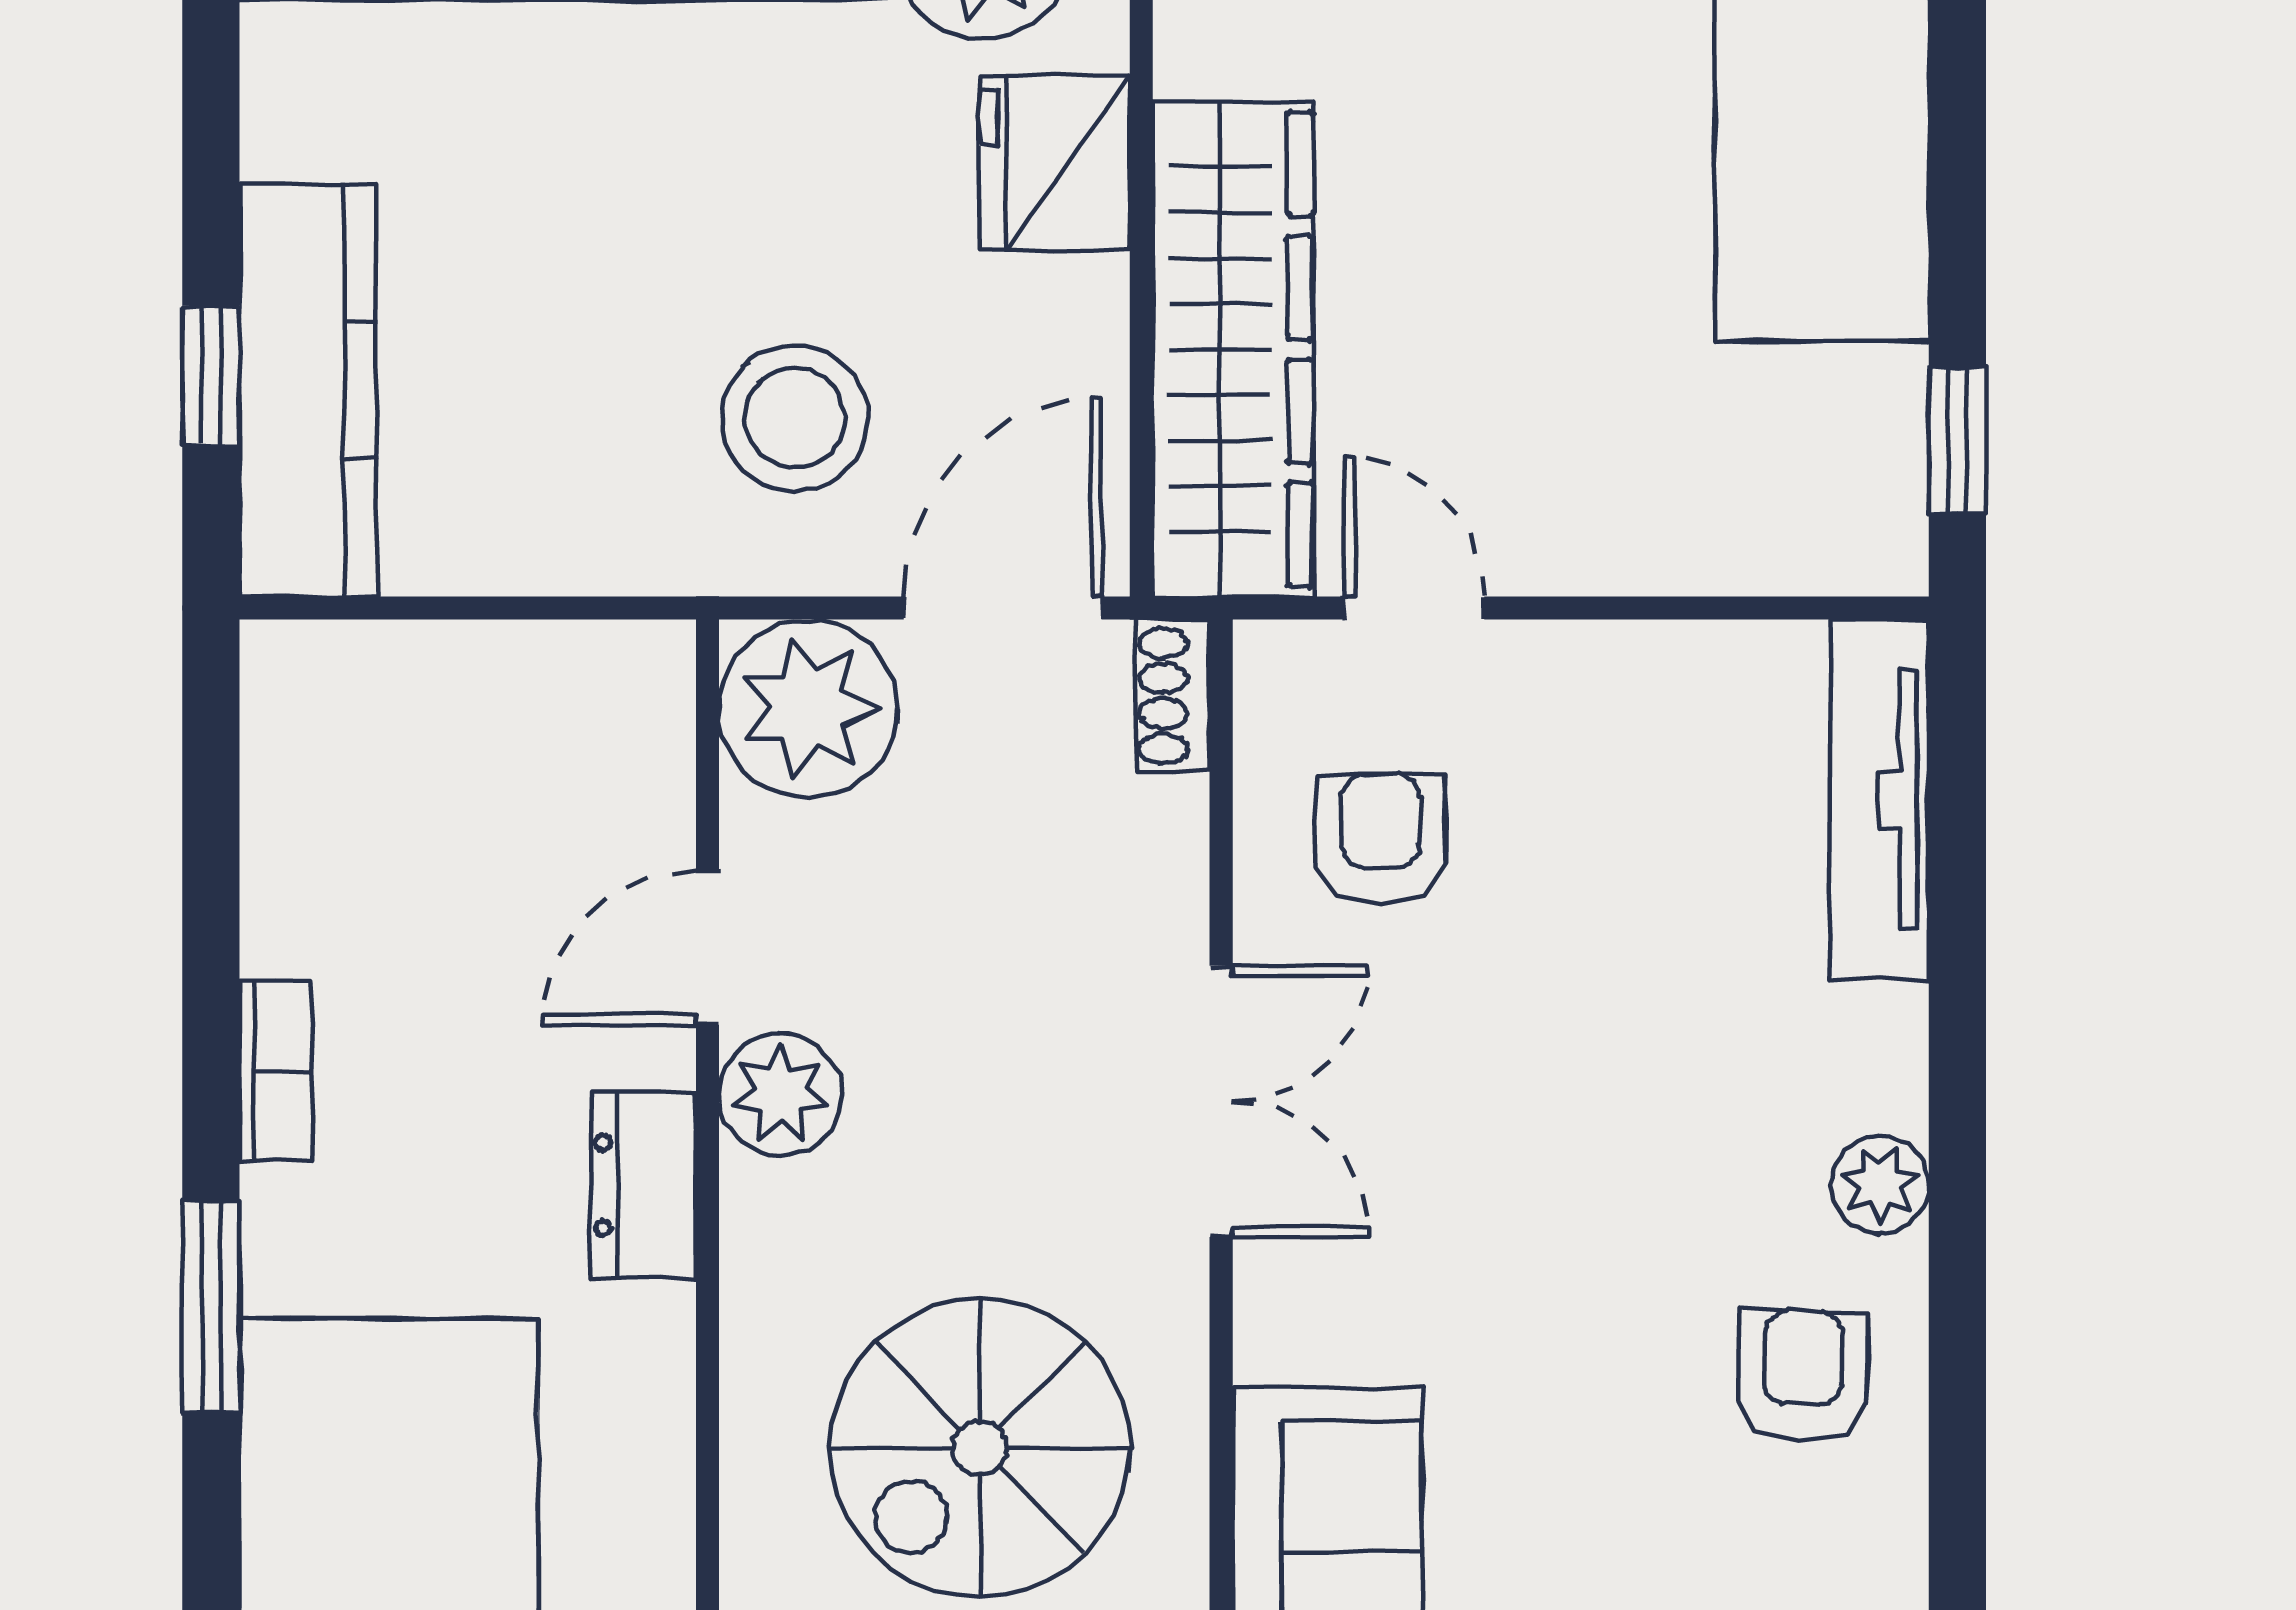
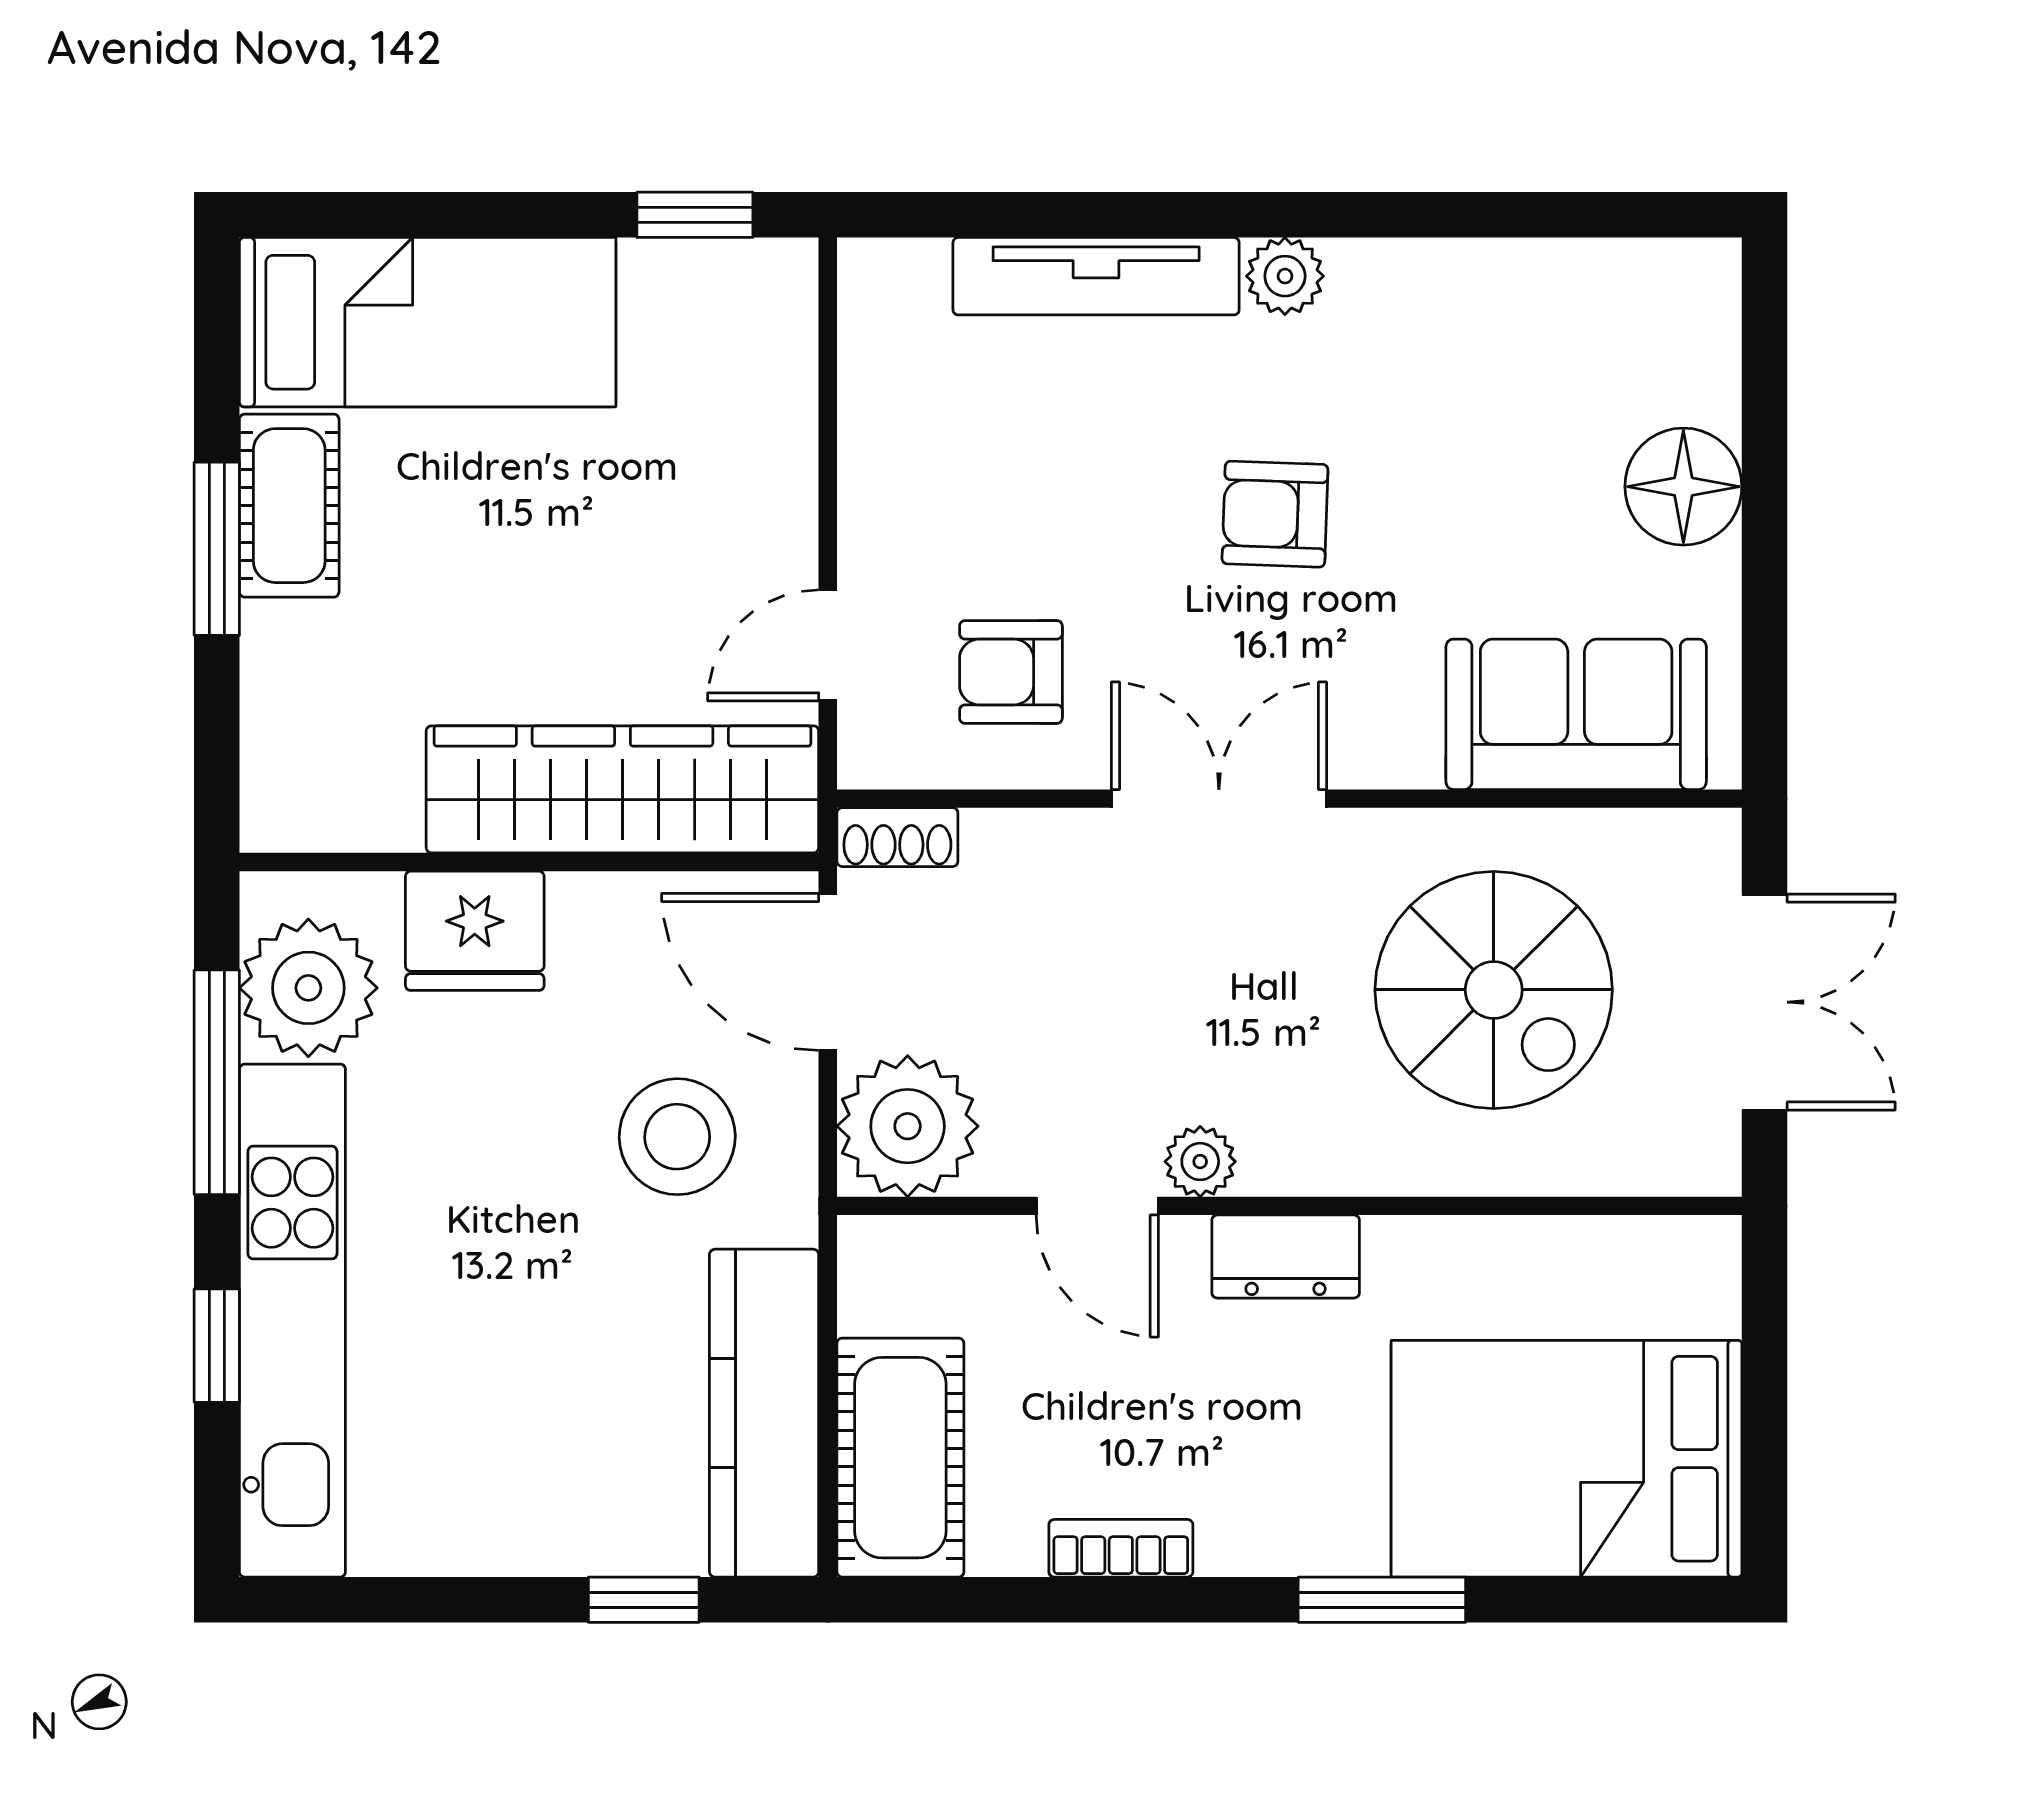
kitchen counter: (308, 390) -> (764, 1413), moved, turned -90
cot: (390, 700) -> (900, 1458), added
tv unit: (1880, 800) -> (1096, 276), moved
bookcase: (276, 1071) -> (1121, 1548), moved
plant: (780, 1094) -> (1200, 1162), width x0.73, depth x0.73
armchair: (1803, 1376) -> (1275, 514), moved

